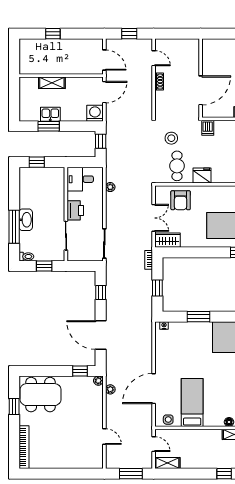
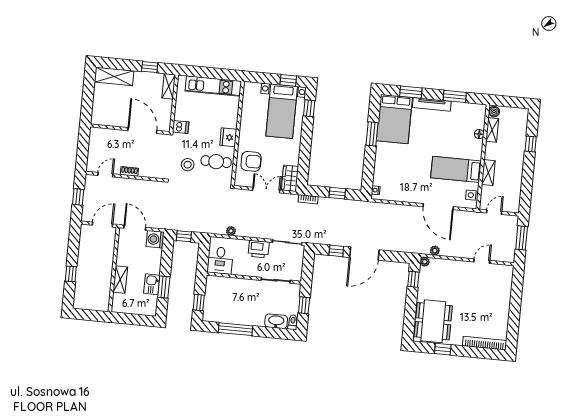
printer: (75, 210) -> (259, 249), moved, turned 180
washbasin: (26, 220) -> (276, 321), moved
window: (14, 227) -> (235, 329), moved
window: (198, 317) -> (372, 134), moved
door: (101, 335) -> (364, 254), moved
shelving: (167, 463) -> (488, 173), moved

